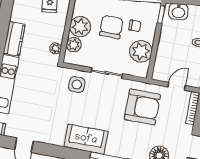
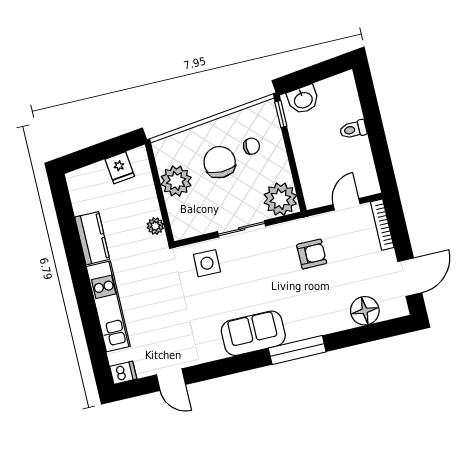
plant: (74, 45) -> (178, 210), removed
plant: (141, 51) -> (280, 199), moved
armchair: (142, 107) -> (312, 254), width x0.53, depth x0.53

